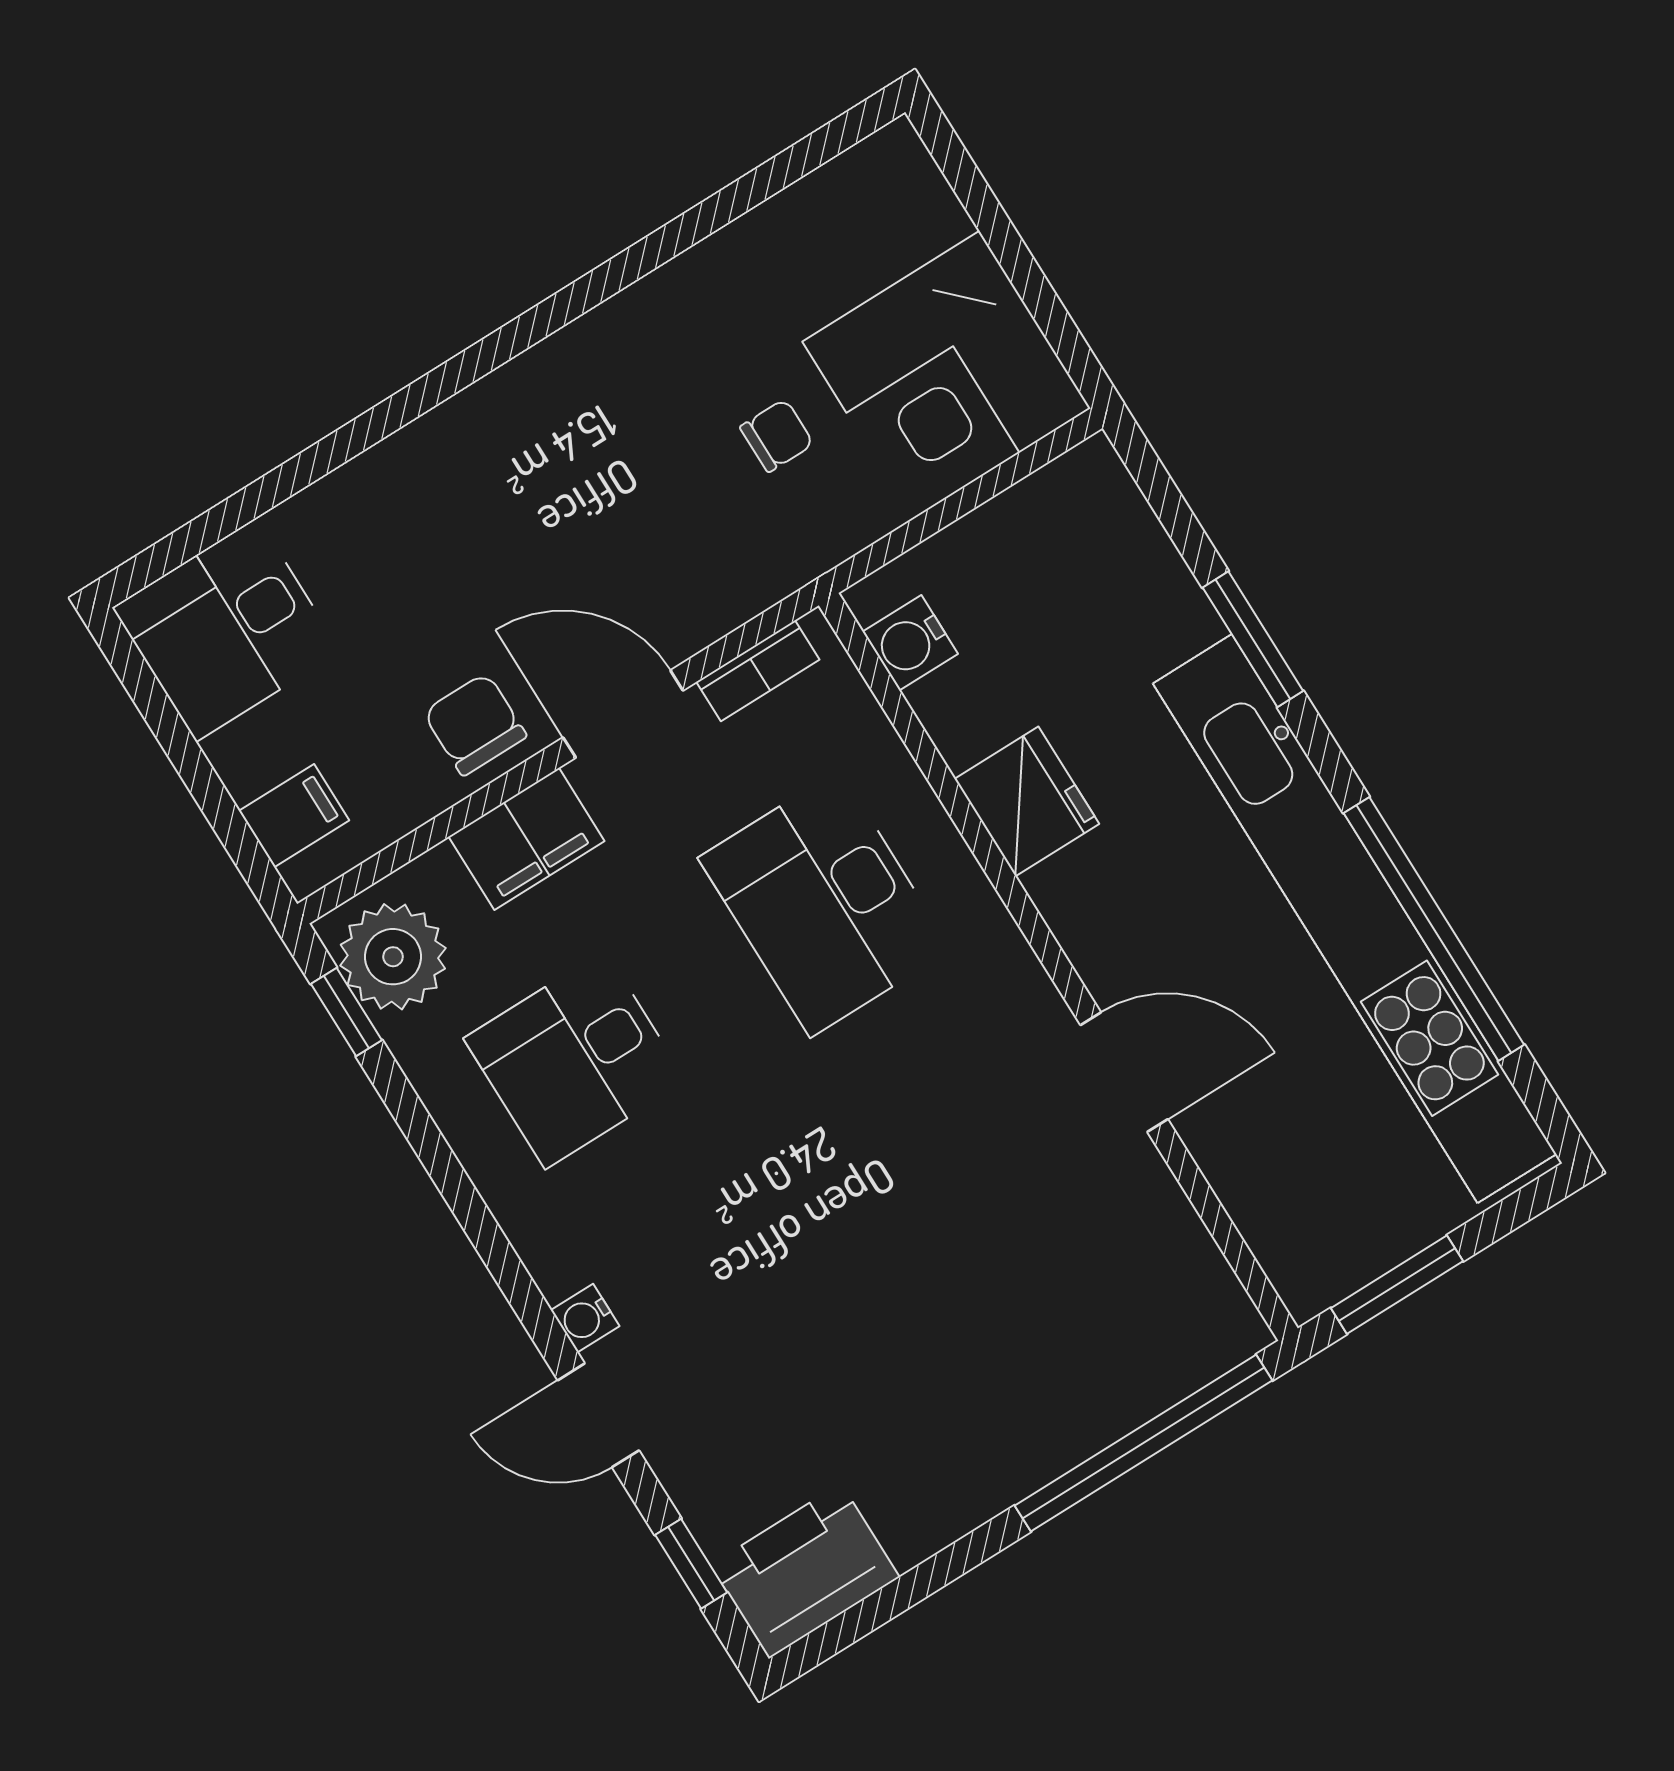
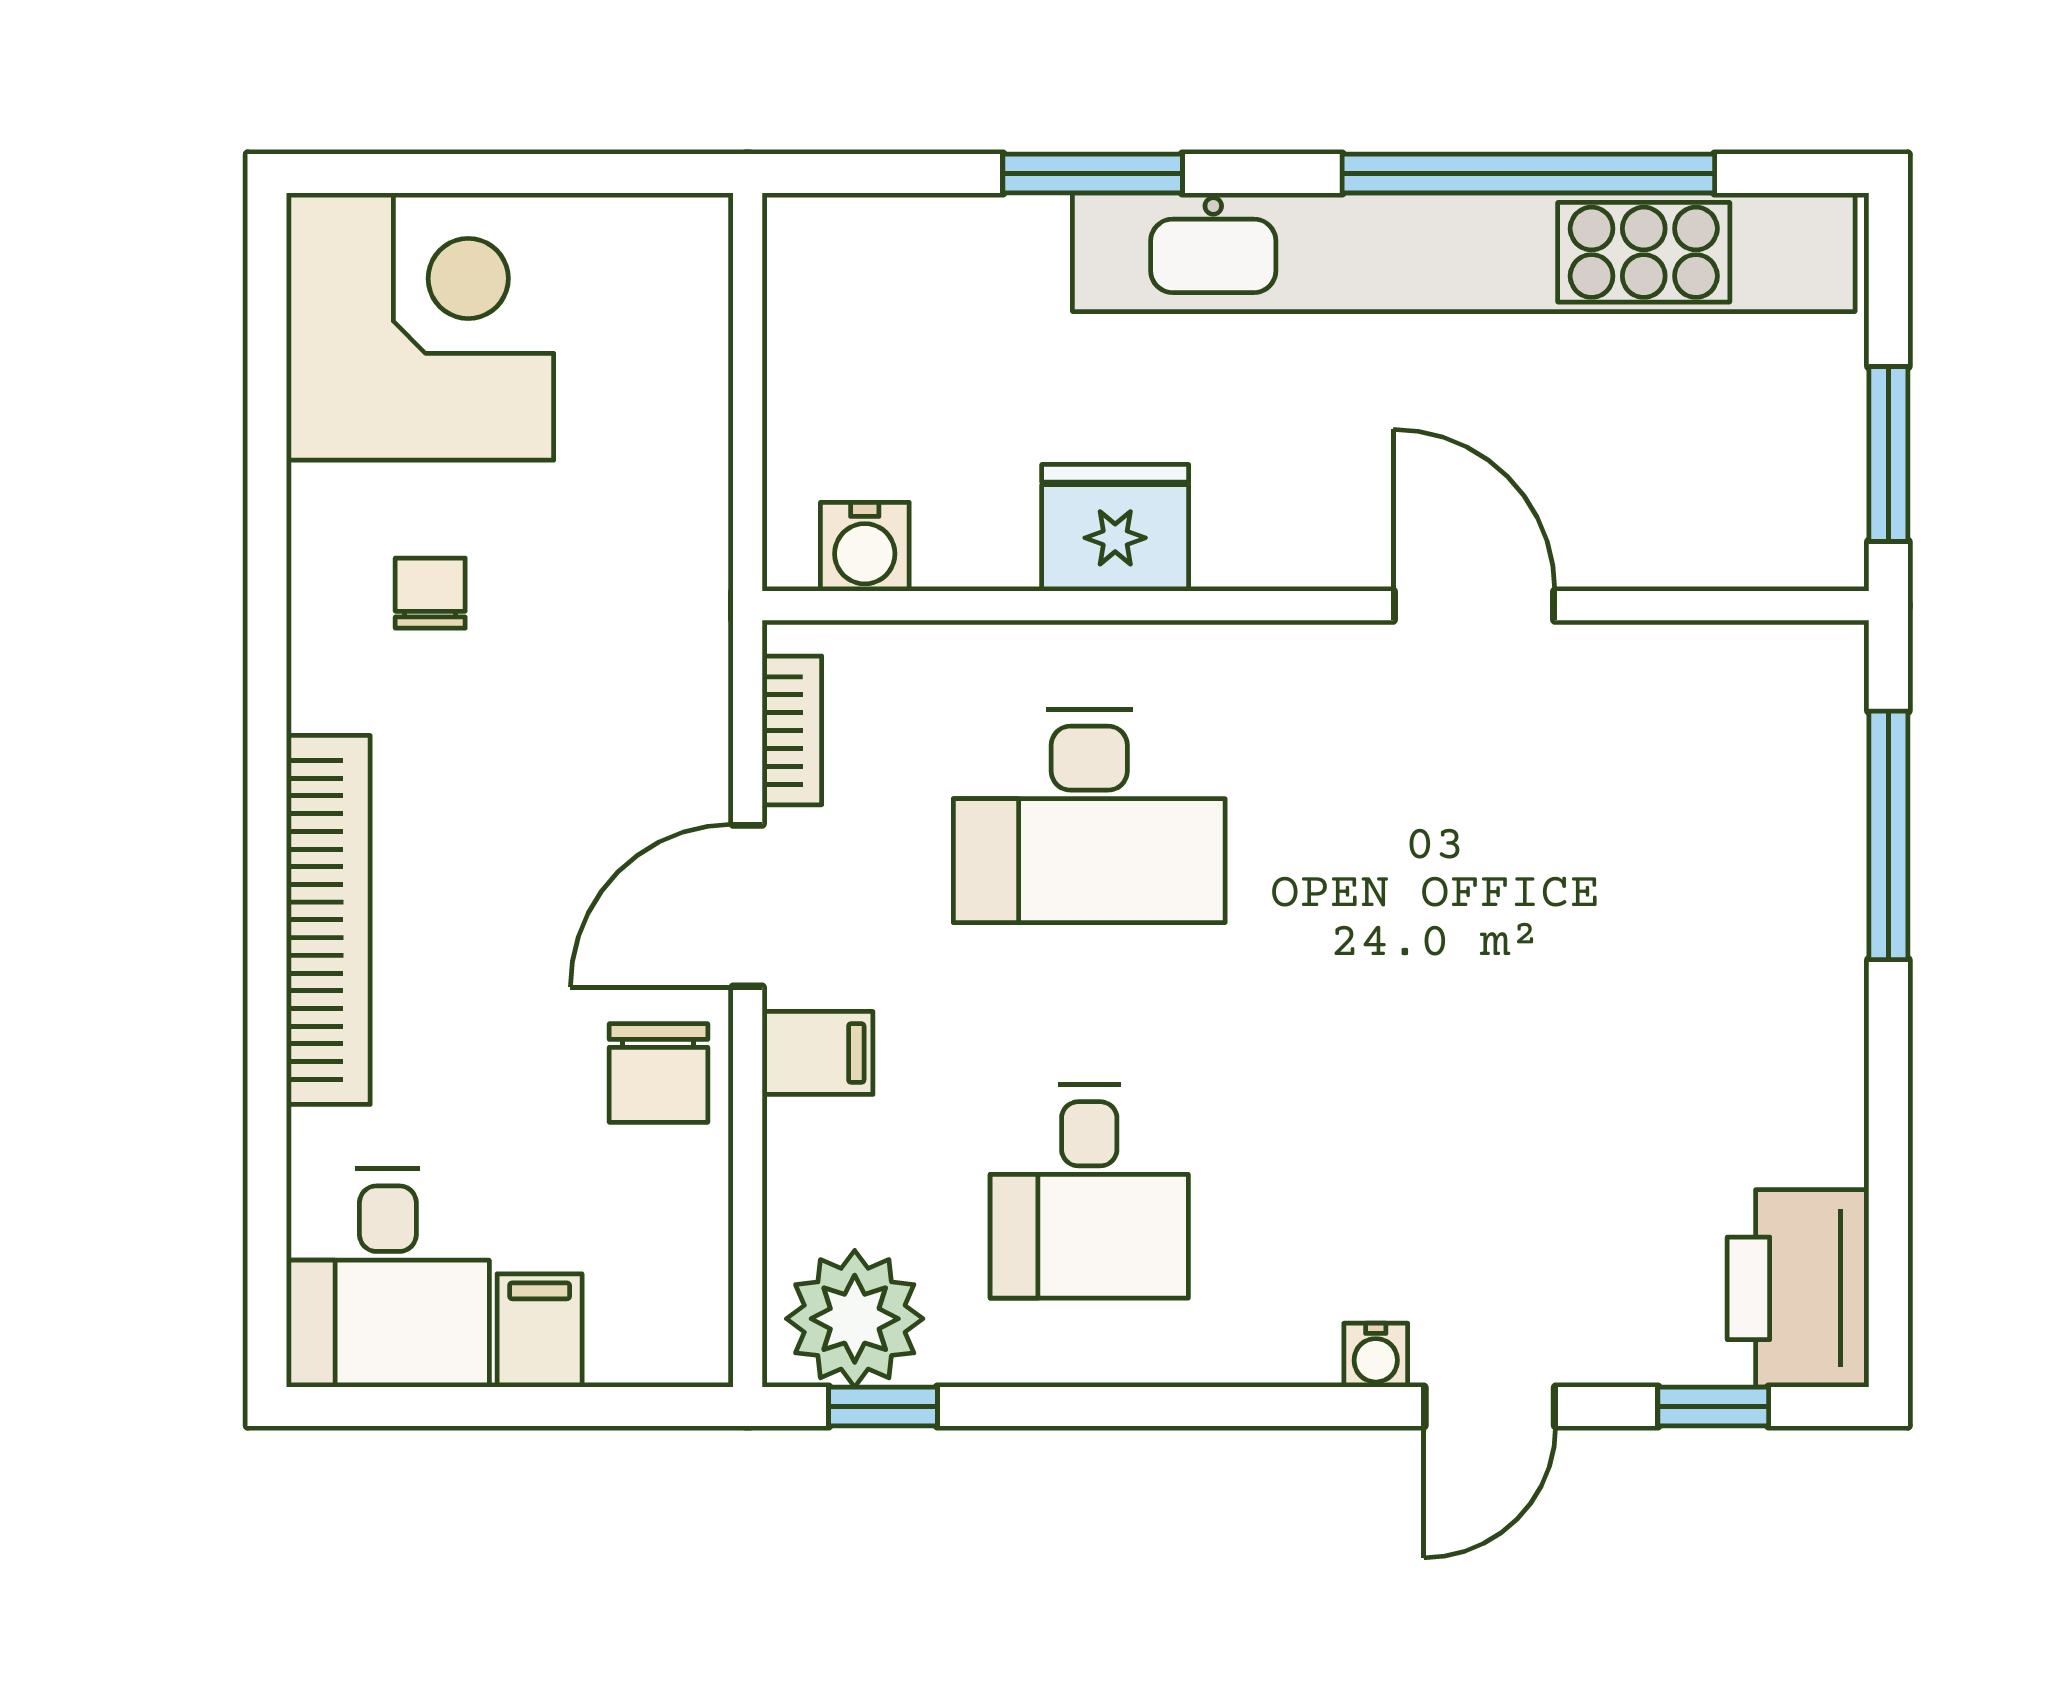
corner desk: (946, 375) -> (420, 327), moved, turned -90
chair: (777, 436) -> (430, 593), moved
bookcase: (439, 441) -> (328, 920), added
chair: (475, 724) -> (658, 1073), turned -90
filing cabinet: (294, 816) -> (540, 1330), moved
filing cabinet: (527, 839) -> (818, 1053), width x0.50
door: (1124, 1072) -> (1474, 606), hinge flipped
window: (1143, 1443) -> (1888, 835), width x0.68

